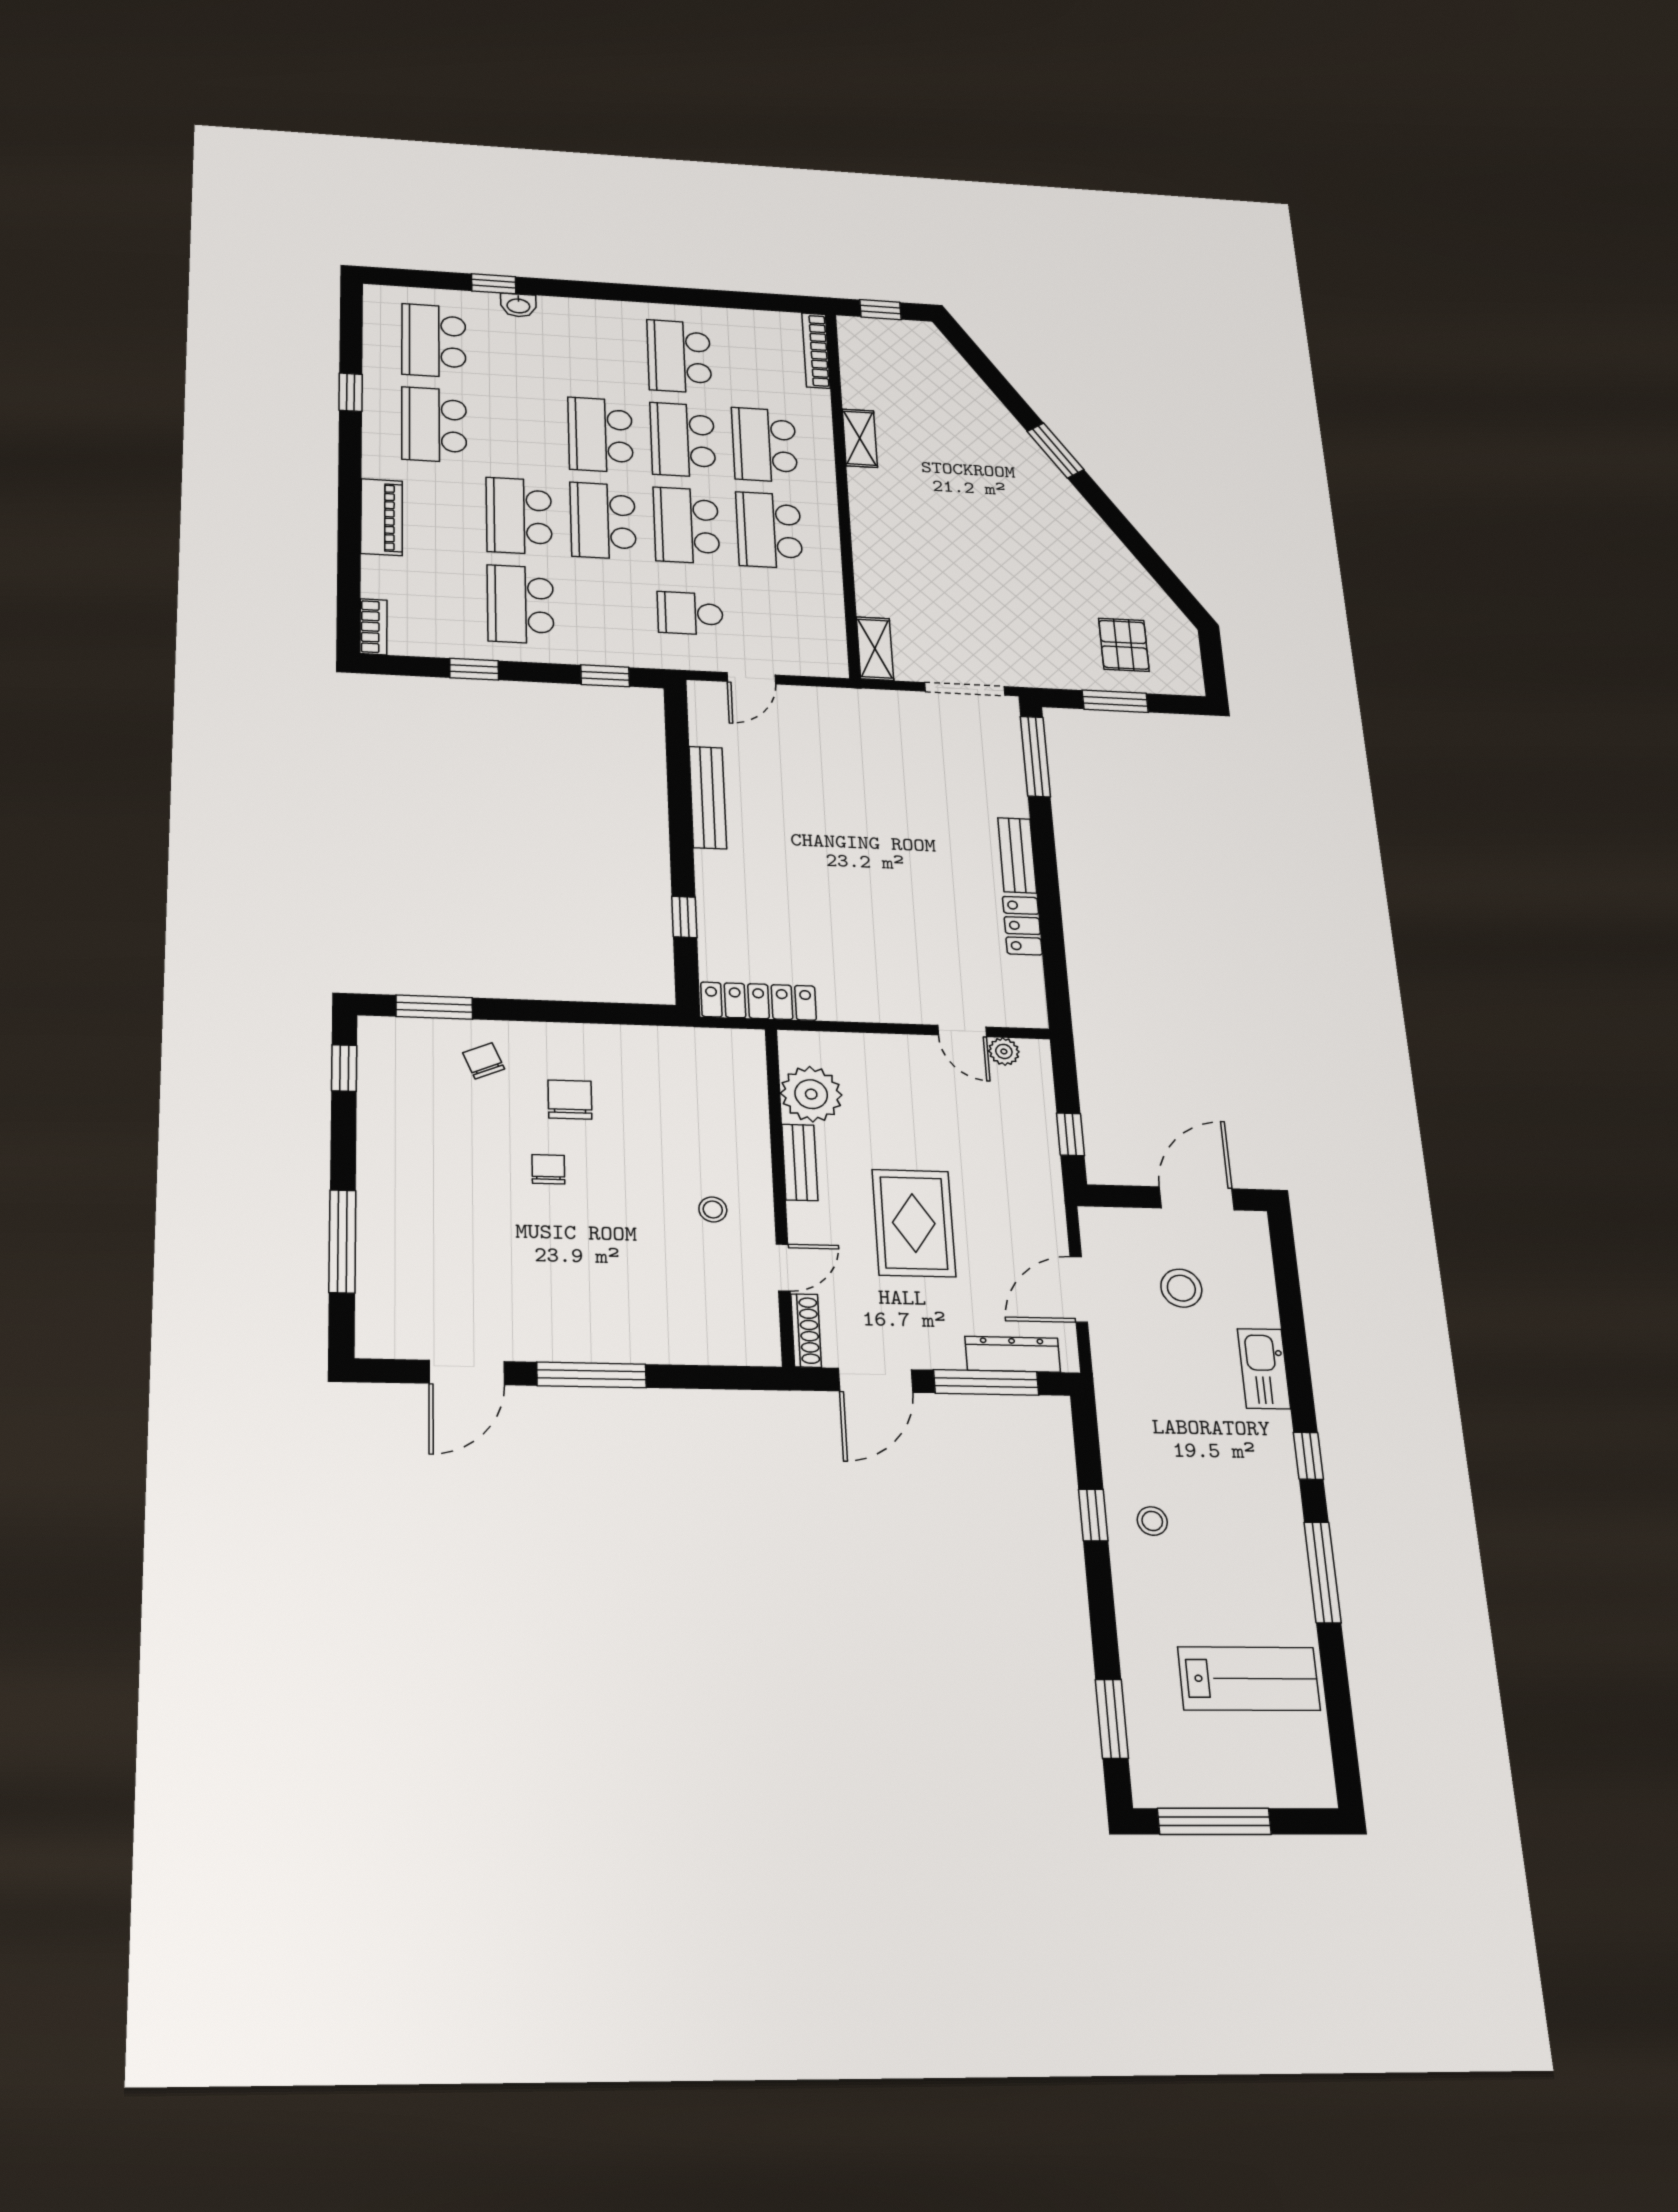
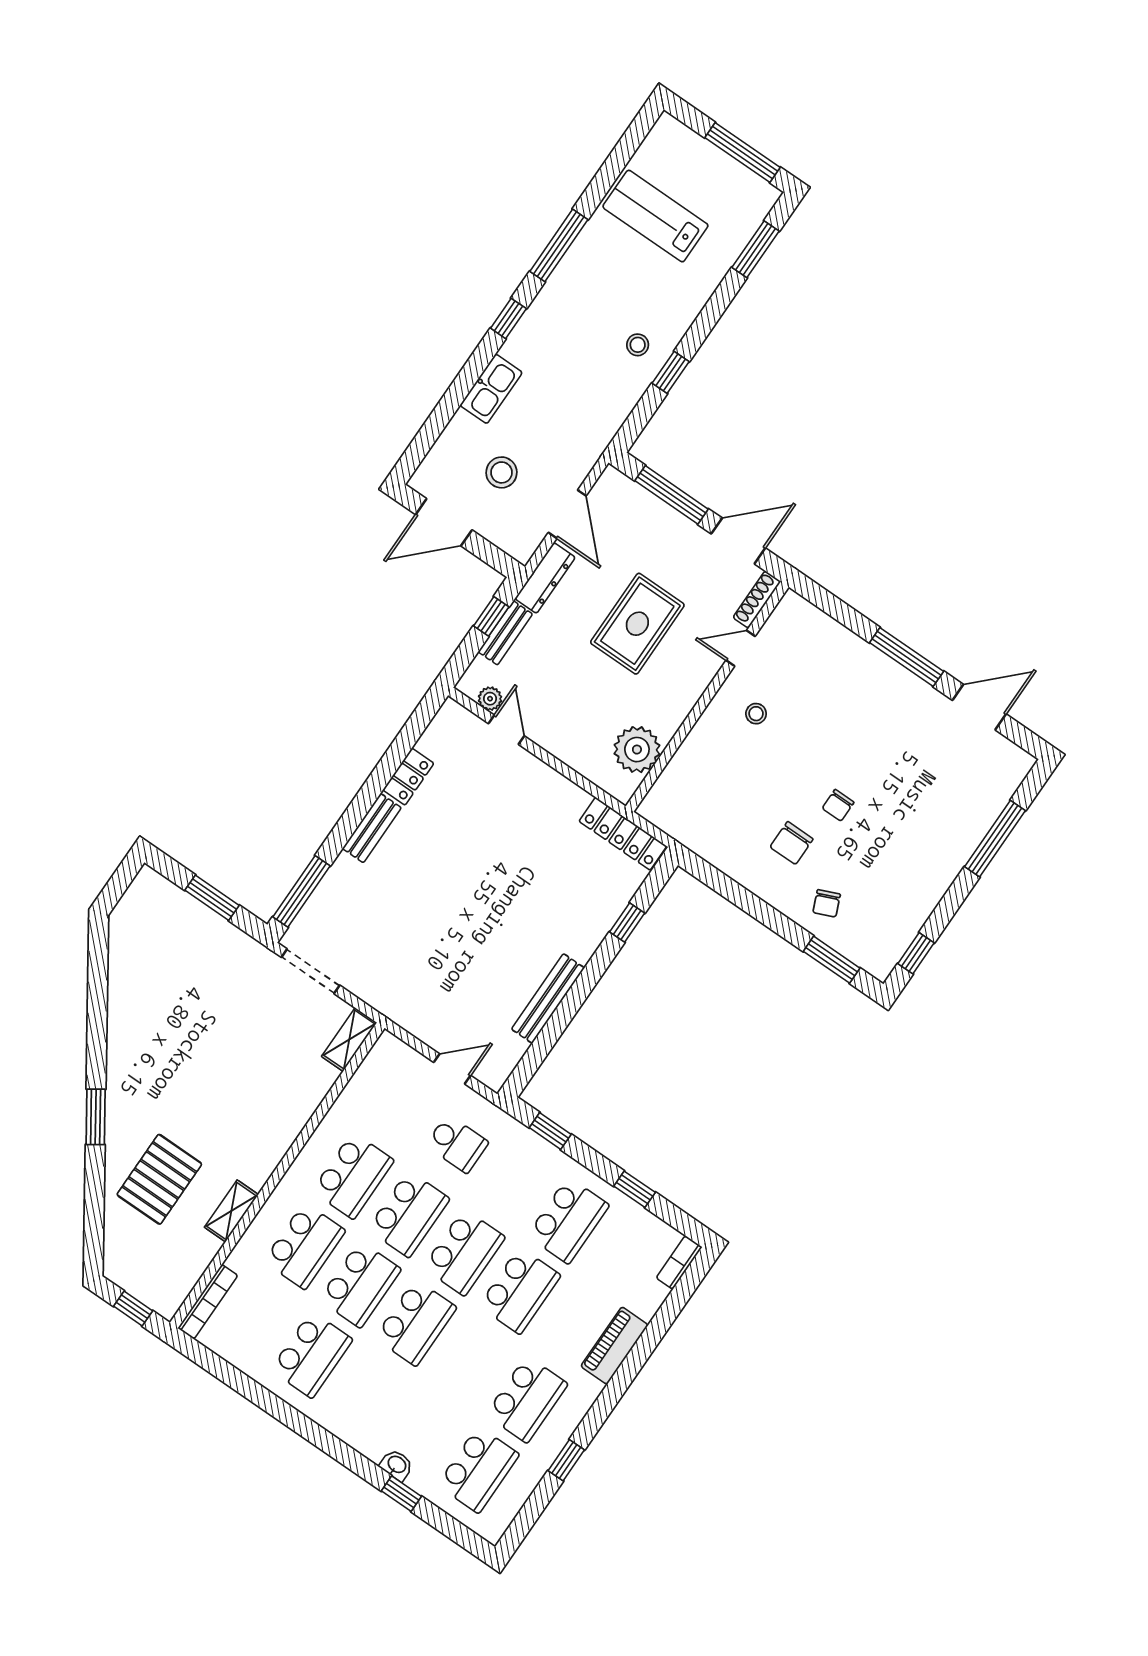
pallet: (1124, 645) -> (159, 1179), moved, width x1.50, depth x1.42
bench: (800, 1162) -> (505, 633), moved
door: (1079, 1289) -> (567, 514), hinge flipped
dresser: (1013, 1354) -> (545, 578), moved, turned -90

